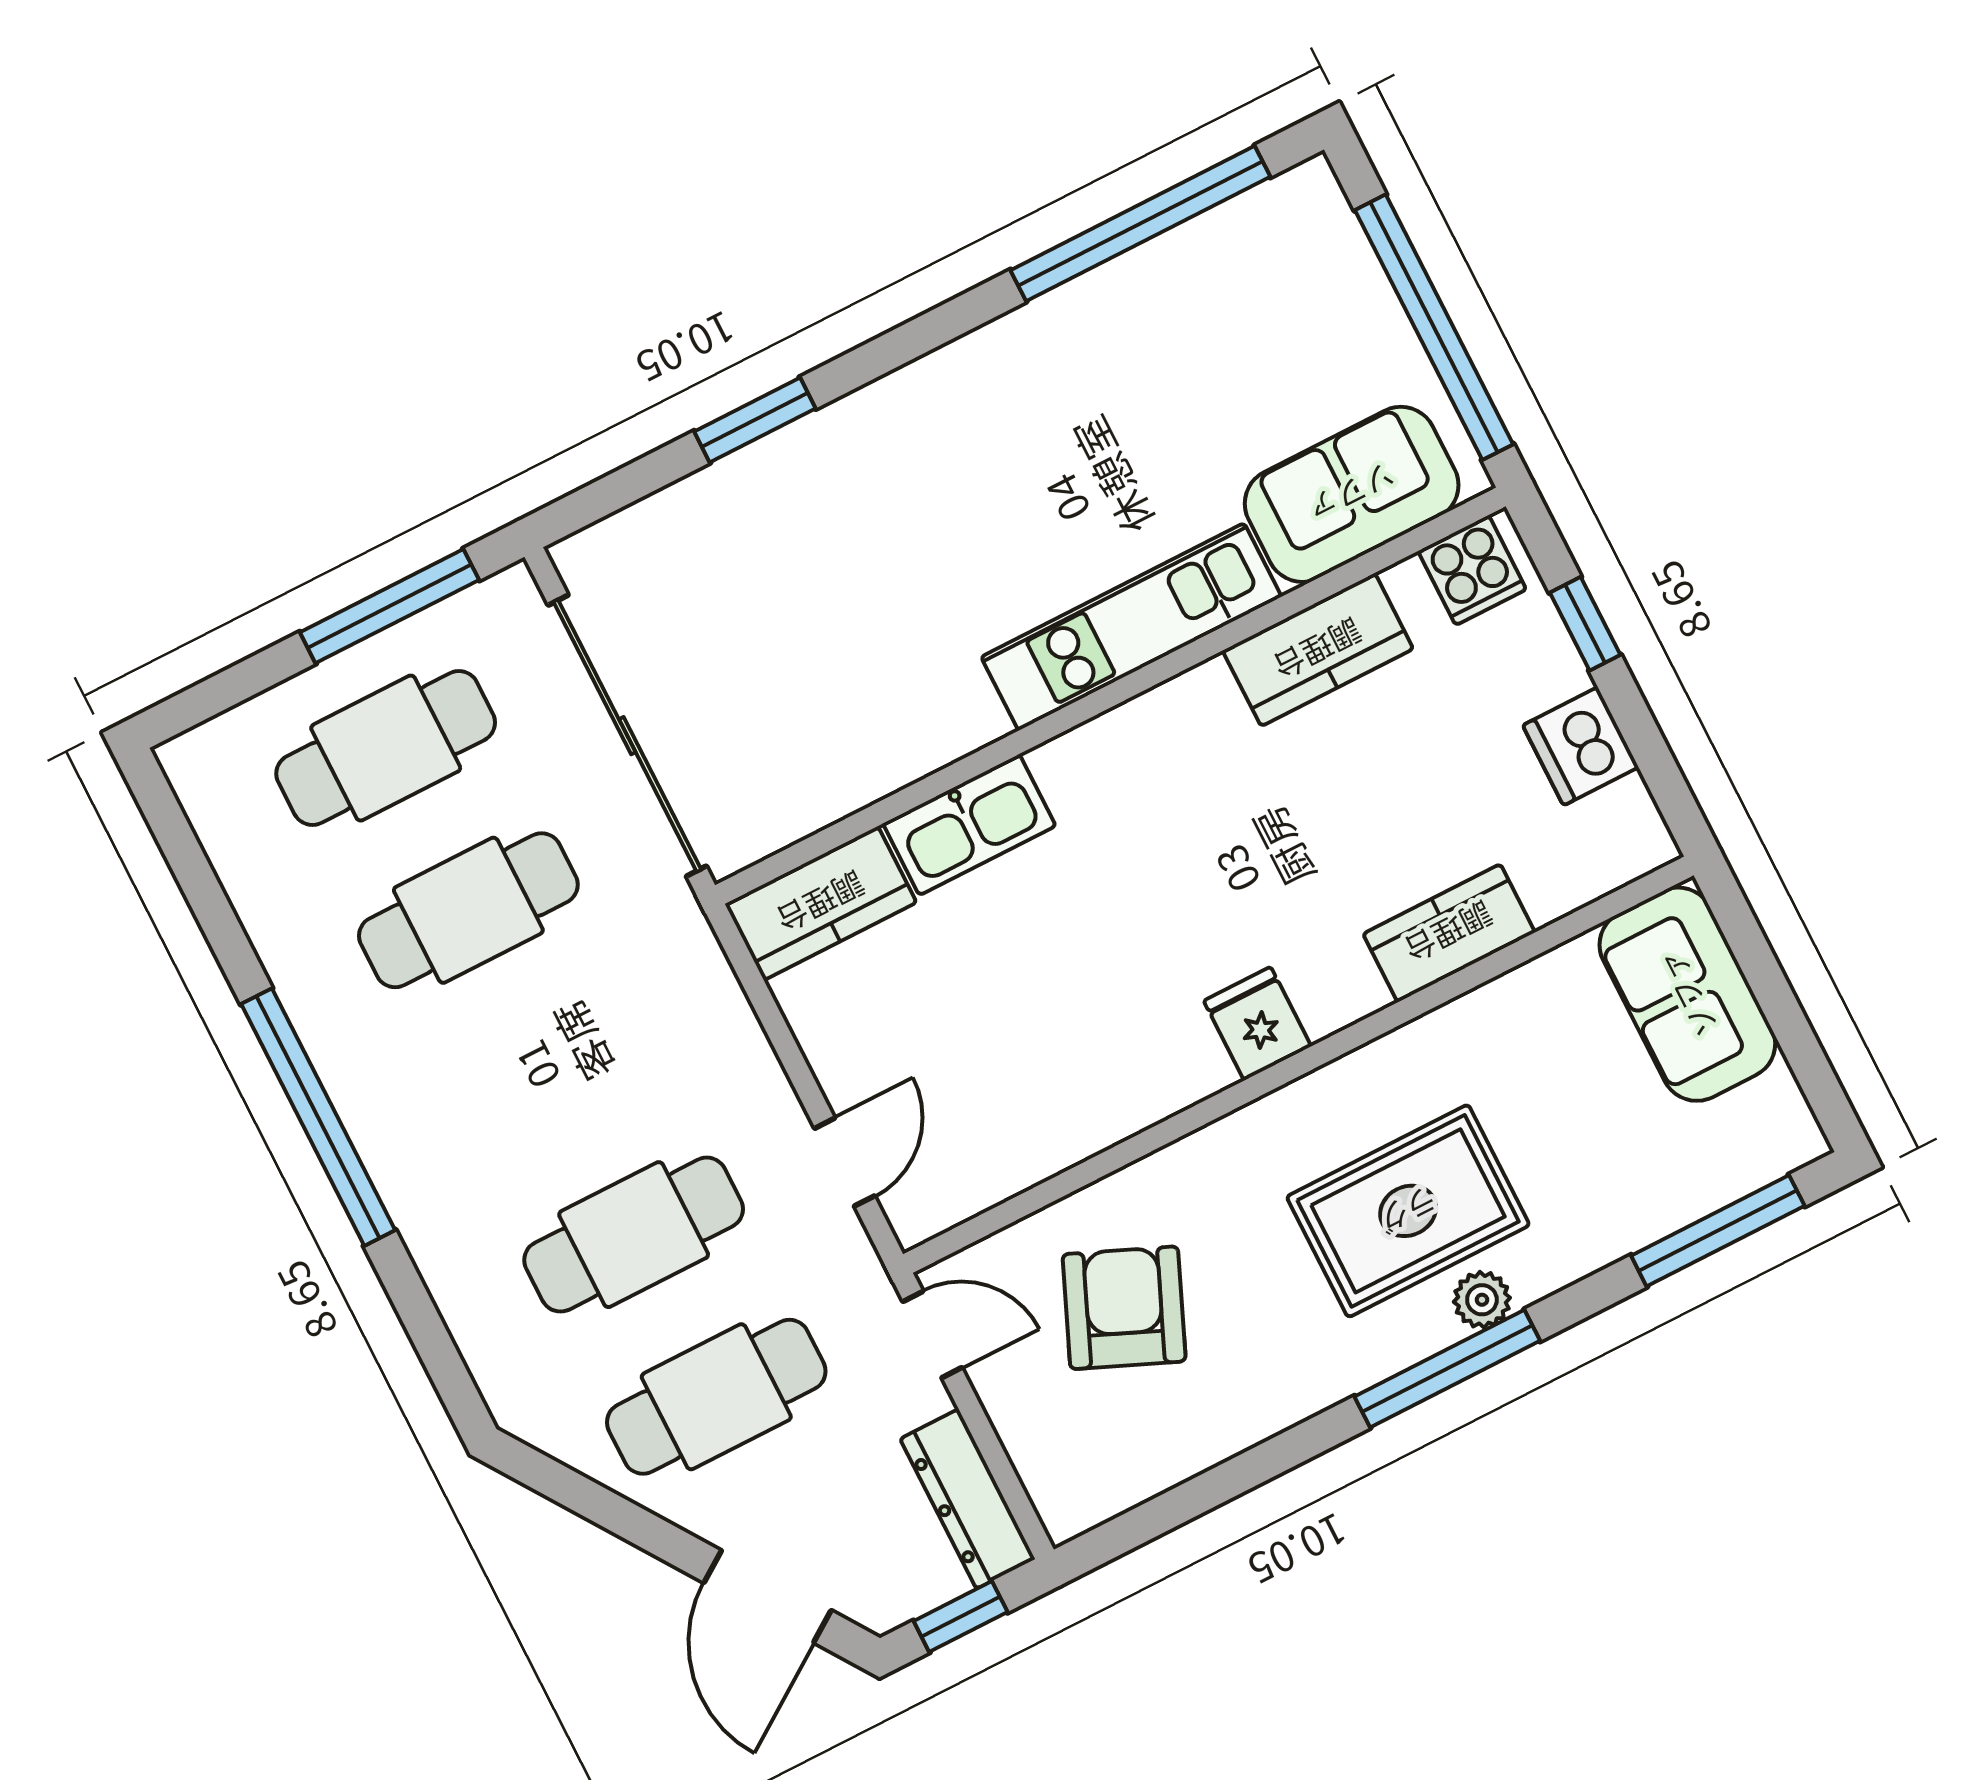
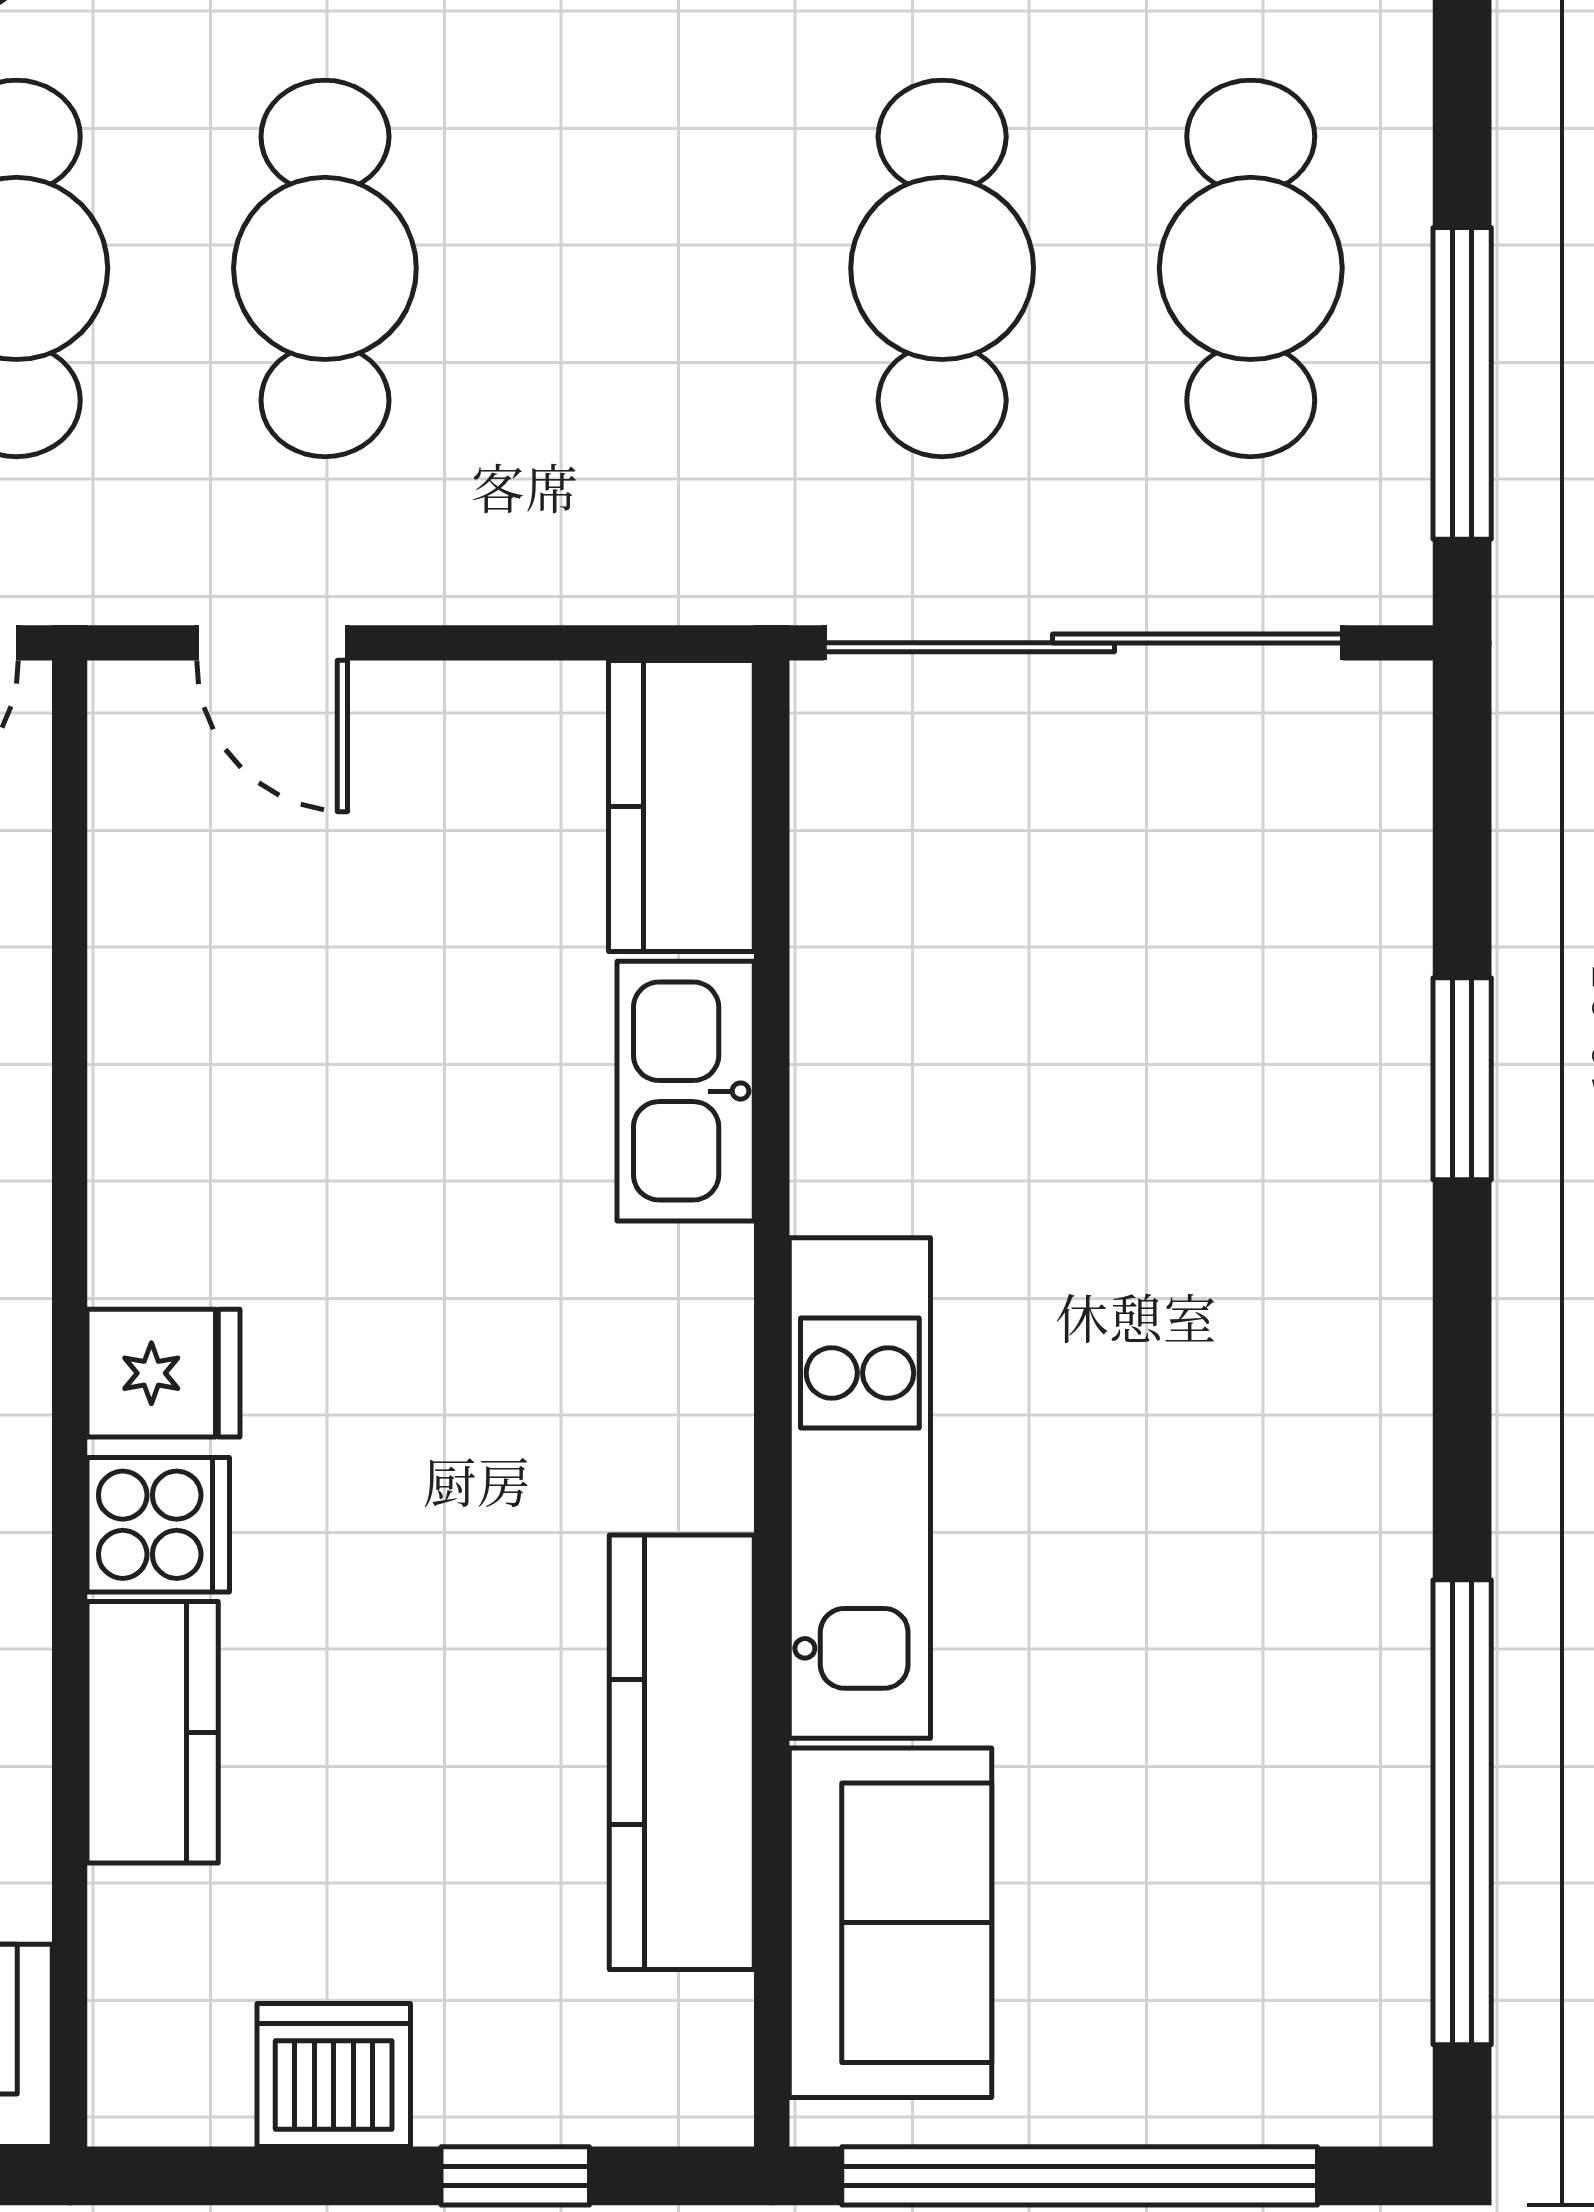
cooker: (1472, 570) -> (158, 1525), moved, turned 180
kitchen counter: (1318, 650) -> (682, 1752), width x1.50

